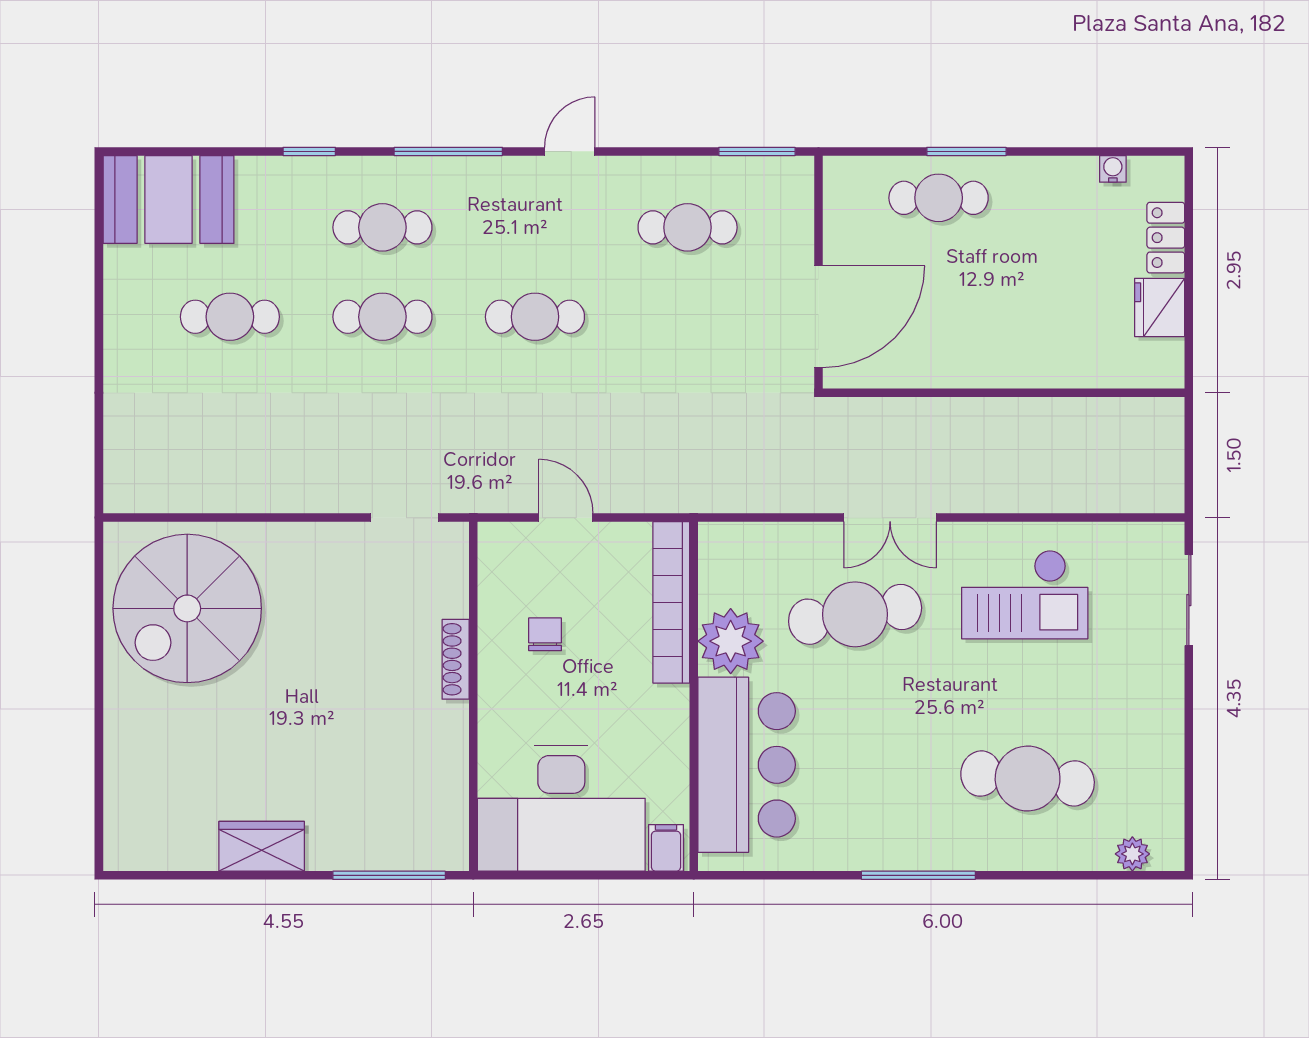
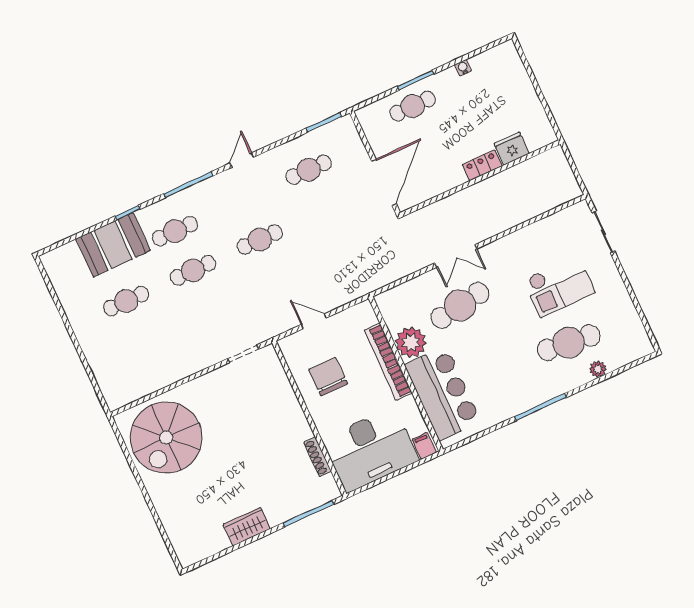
water cooler: (1113, 169) -> (463, 68), moved
booth: (168, 200) -> (113, 245), moved
locker: (1166, 238) -> (482, 165), moved, turned 90
fridge: (1160, 307) -> (512, 149), moved, turned 90
checkout: (1025, 594) -> (559, 286), moved
bookcase: (671, 602) -> (388, 362), moved
chair: (545, 634) -> (328, 377), width x1.87, depth x1.87
shoe rack: (456, 659) -> (318, 457), moved
plant: (1132, 854) -> (598, 369), moved

